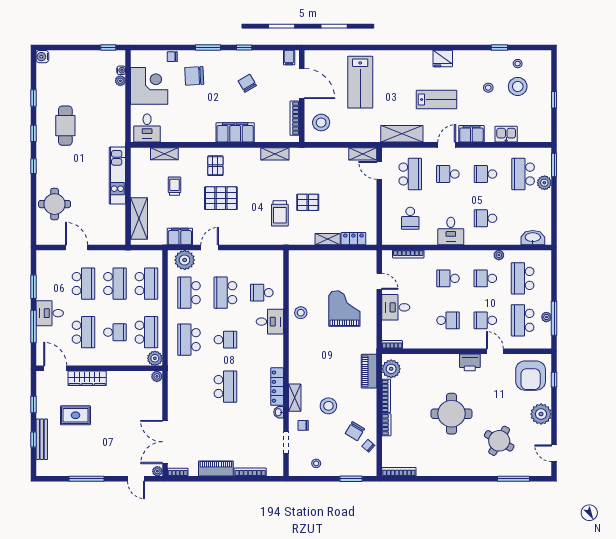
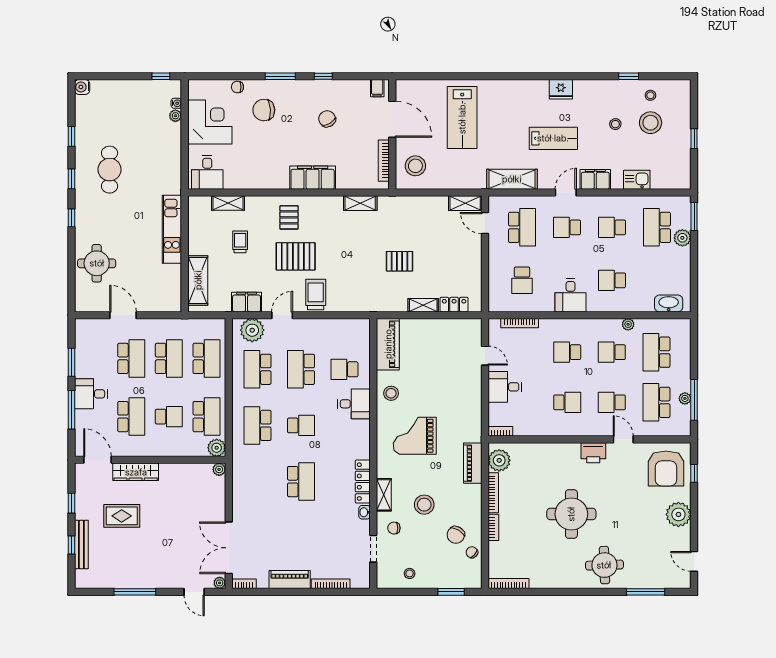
trolley: (280, 213) -> (316, 294), moved, turned 180
piano: (298, 272) -> (388, 344), added
grand piano: (344, 308) -> (415, 436), moved, turned -90
round table: (499, 441) -> (604, 565), moved, turned -32

